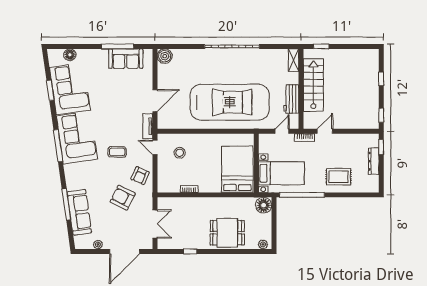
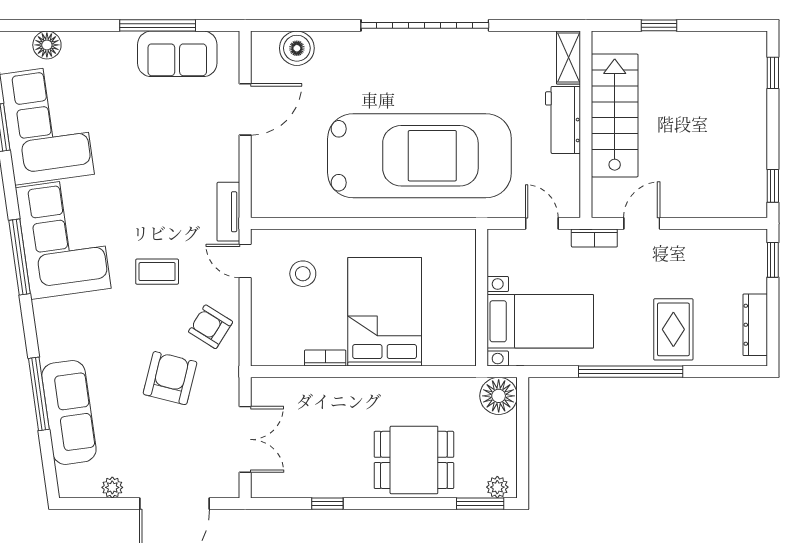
window: (321, 46) -> (659, 25), moved
boiler: (165, 56) -> (297, 48), moved
window: (381, 79) -> (773, 73), moved
workbench: (291, 99) -> (563, 120), moved
door: (155, 101) -> (245, 109), moved
door: (282, 131) -> (542, 223), hinge flipped
dresser: (374, 161) -> (755, 325), moved
bed: (237, 169) -> (385, 312), moved
armchair: (140, 176) -> (211, 327), turned 98
rug: (339, 177) -> (673, 329), turned 90
window: (302, 195) -> (631, 372), moved
armchair: (123, 198) -> (170, 378), turned 78
window: (256, 251) -> (480, 504), added

